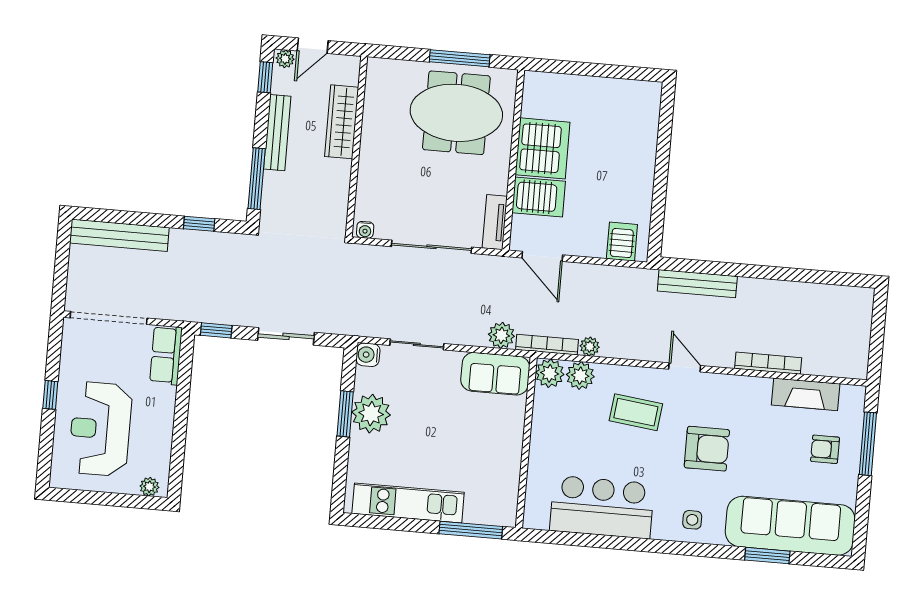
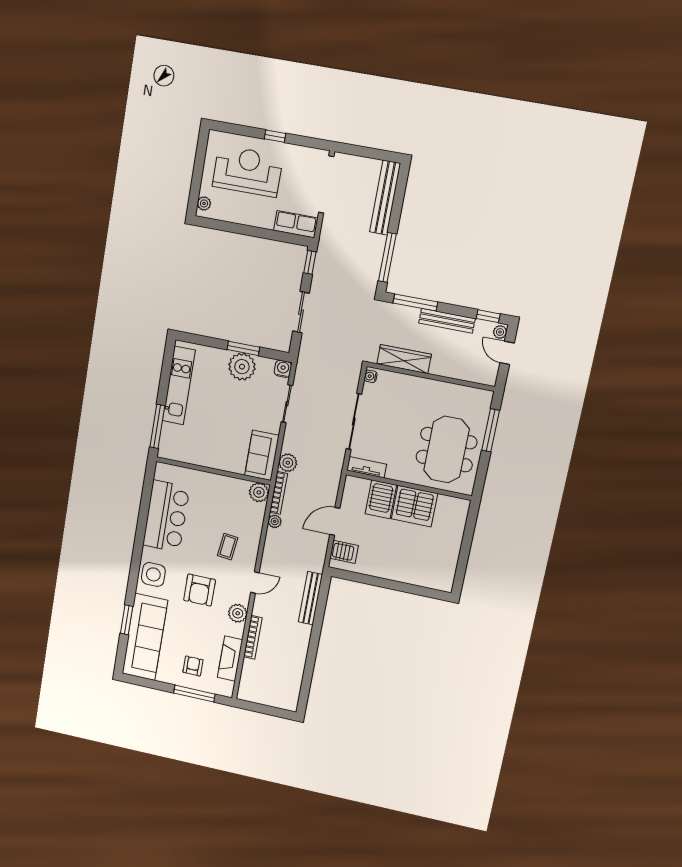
window: (460, 58) -> (491, 430), moved
wardrobe: (342, 122) -> (404, 359), moved
window: (199, 224) -> (387, 257), width x2.17
door: (542, 256) -> (335, 521), moved
plant: (580, 376) -> (238, 613), moved
coffee table: (636, 412) -> (228, 547), width x0.73, depth x0.77
side table: (692, 520) -> (153, 574), width x1.87, depth x1.87

